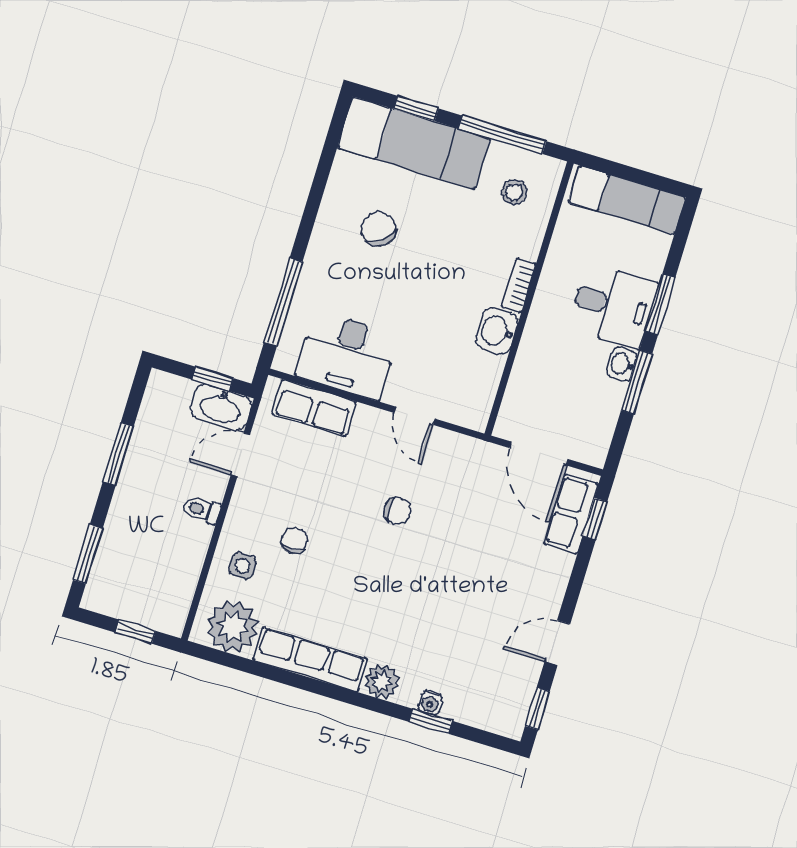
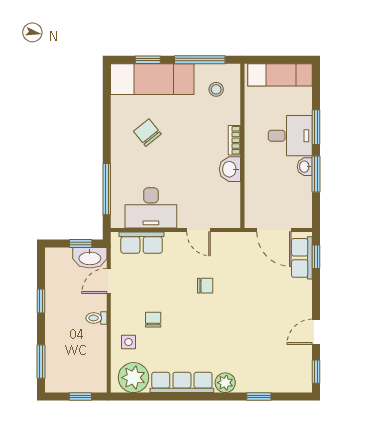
window: (118, 454) -> (41, 301), width x0.67
water cooler: (430, 703) -> (256, 386), removed

